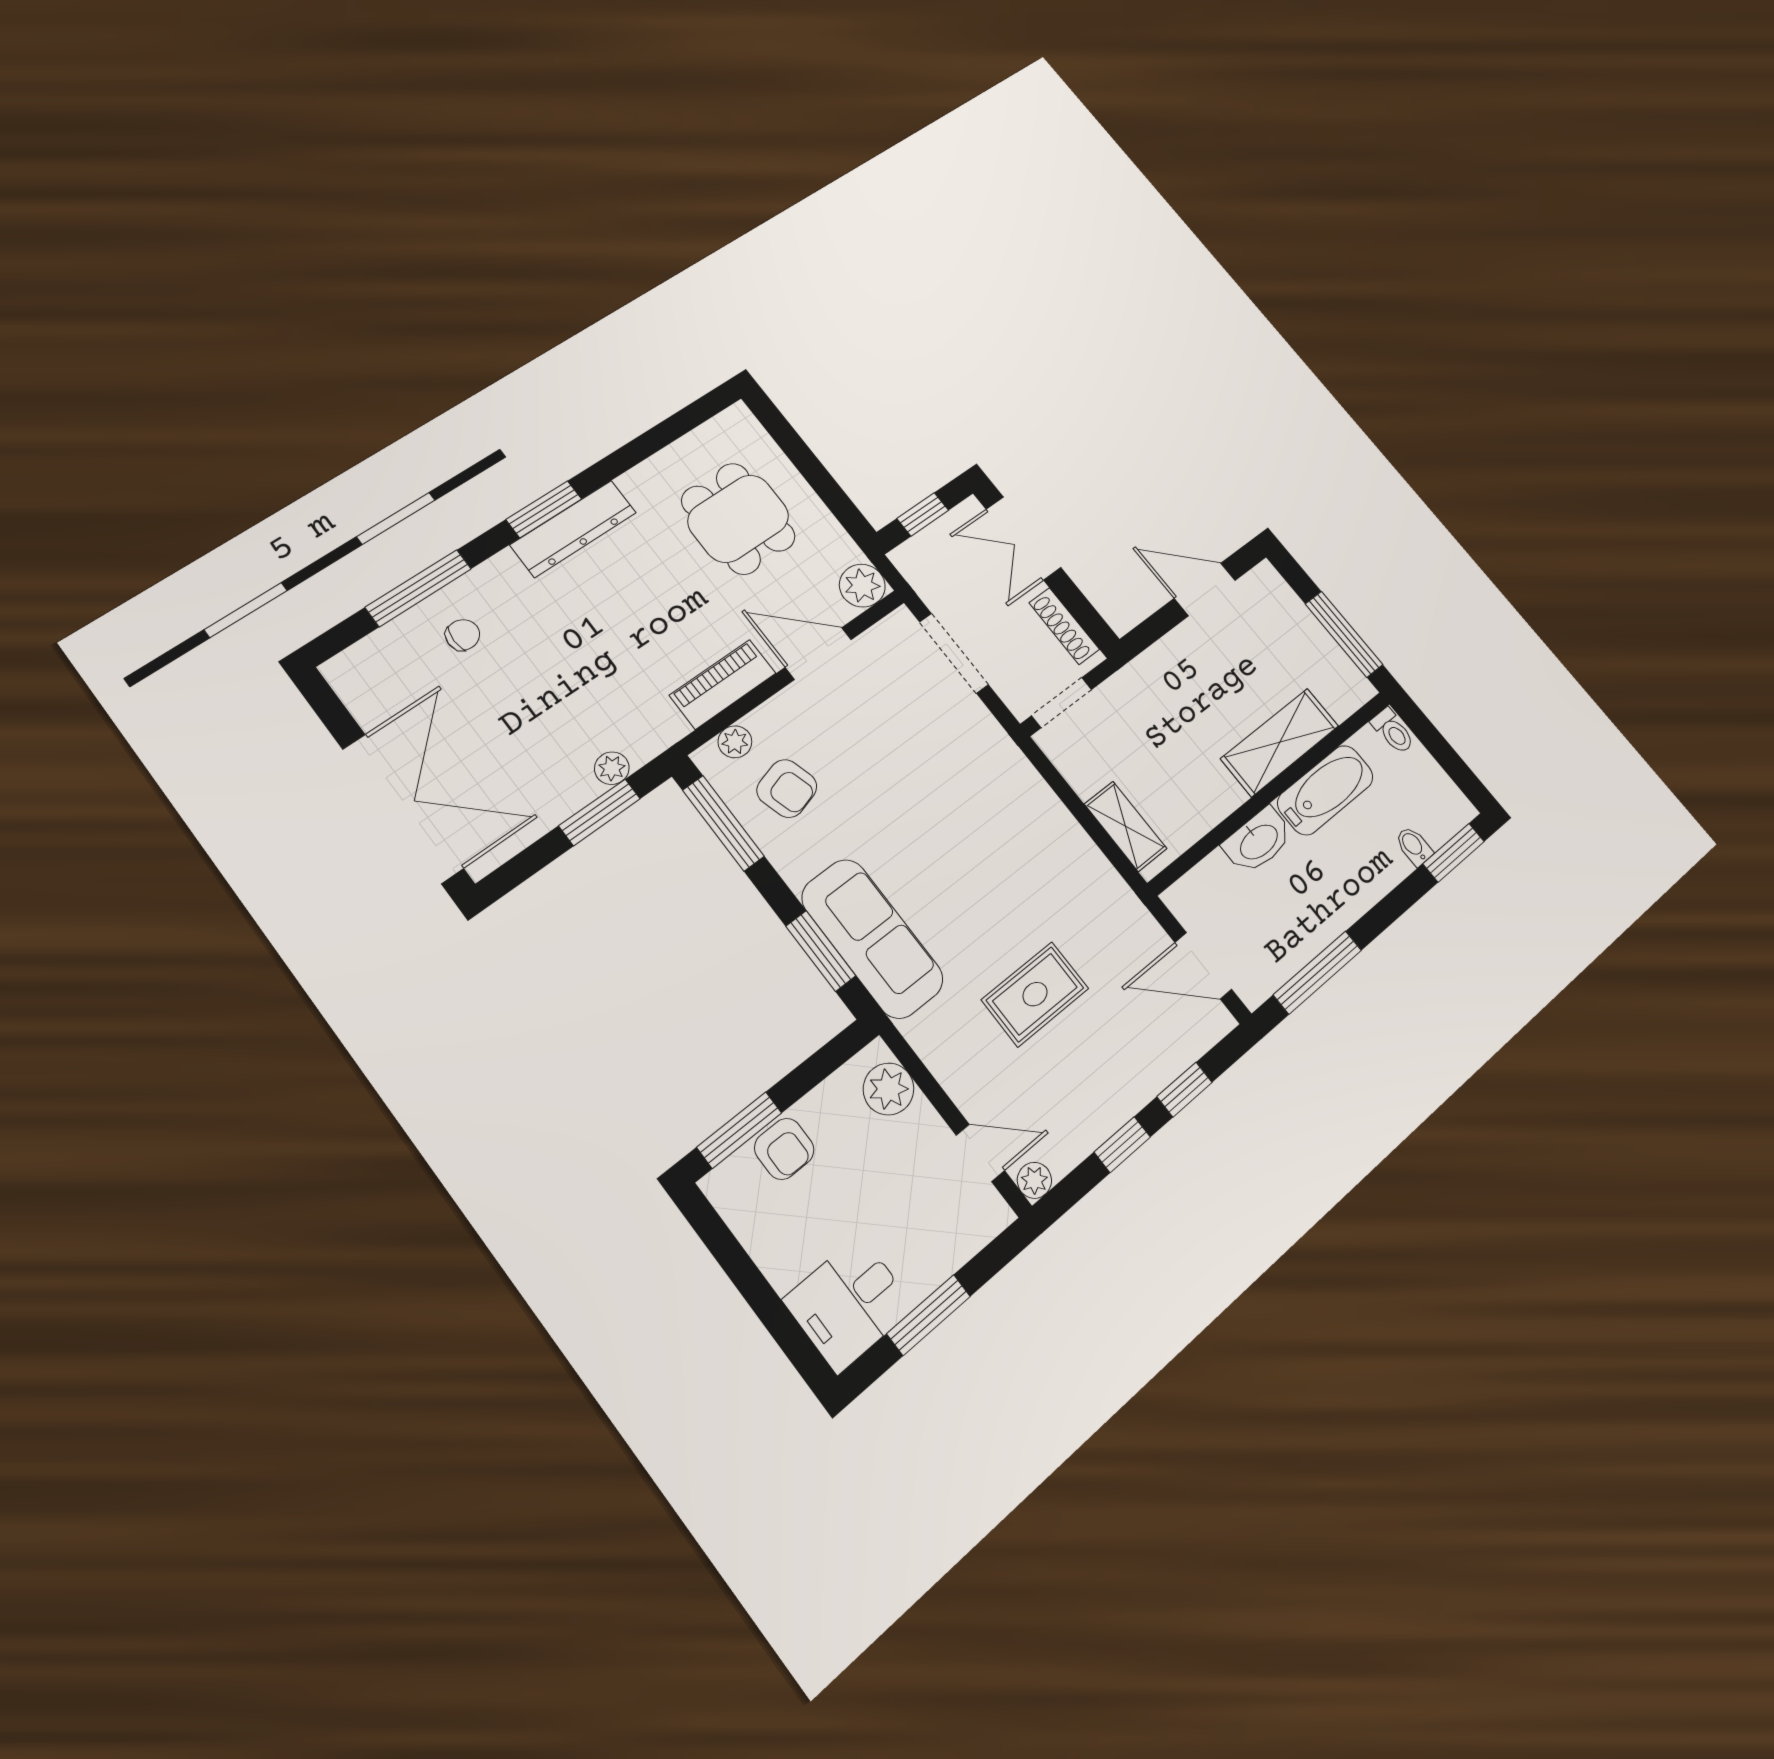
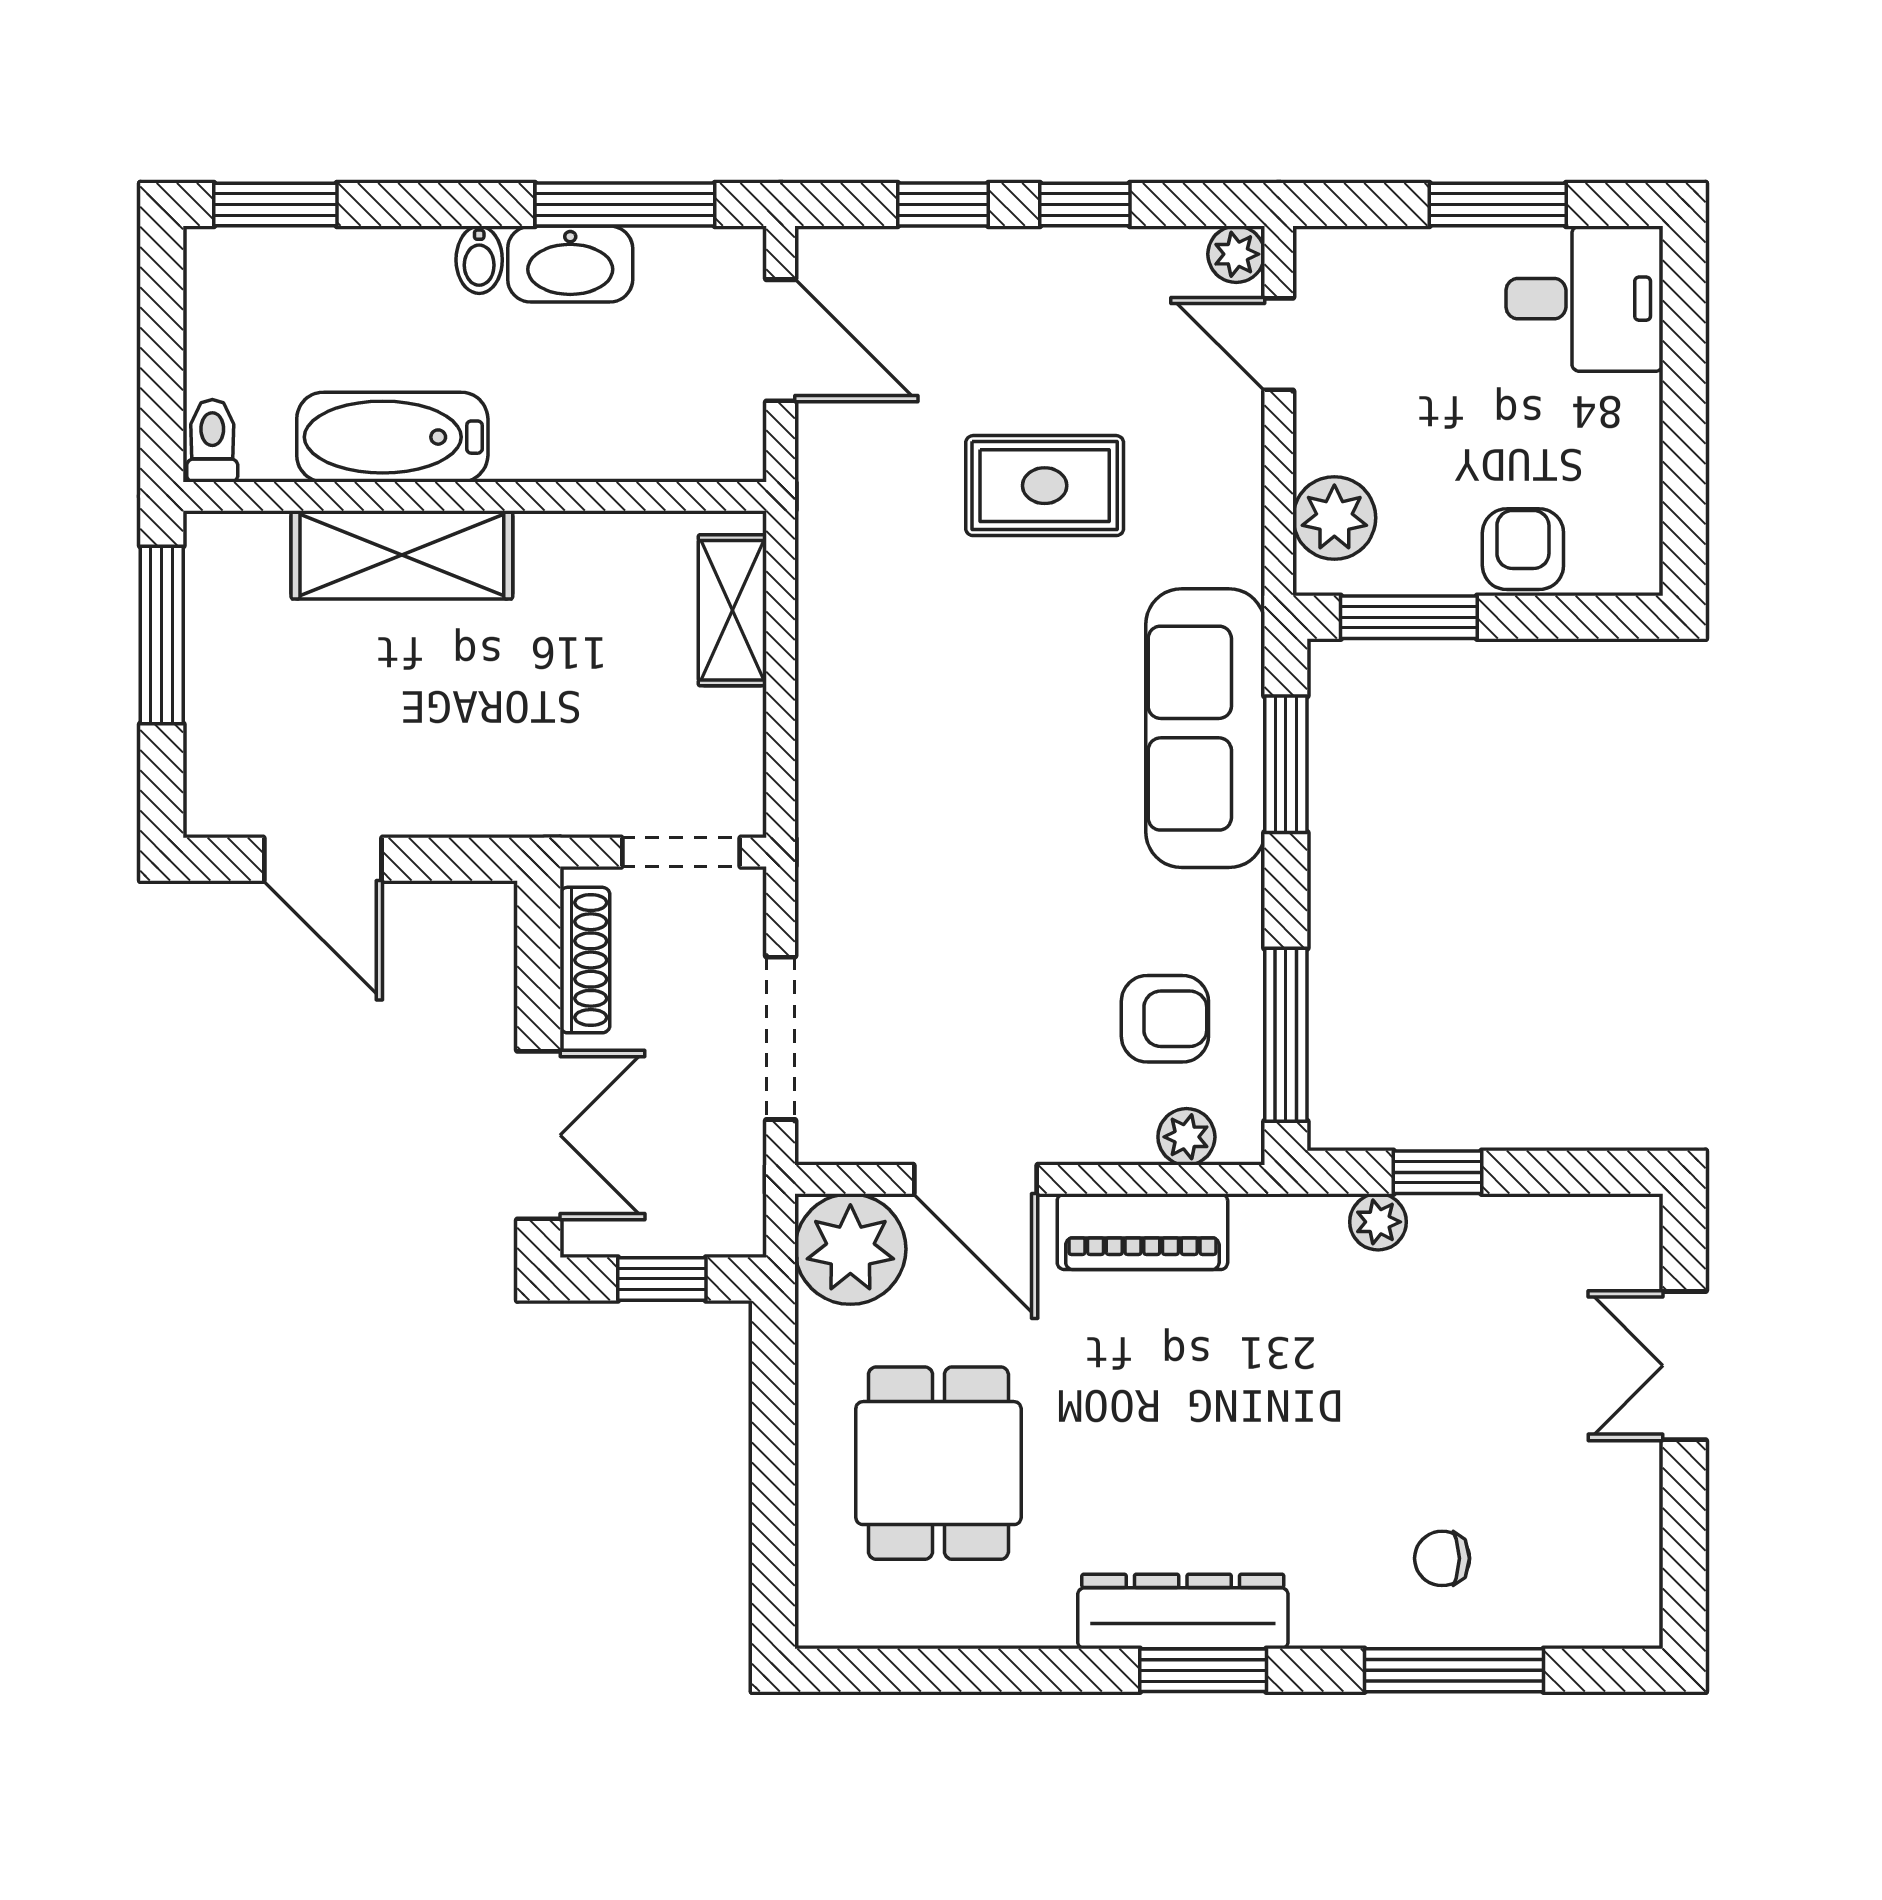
plant: (862, 586) -> (850, 1249), width x1.36, depth x1.36
armchair: (787, 788) -> (1165, 1019), turned 106
double door: (403, 809) -> (1684, 1366), width x0.54
window: (599, 812) -> (1438, 1172), width x0.67
washbasin: (1258, 841) -> (570, 264), moved, turned 180
bidet: (1414, 846) -> (479, 260), moved
window: (739, 1130) -> (1409, 617), moved

